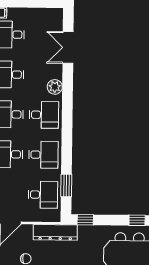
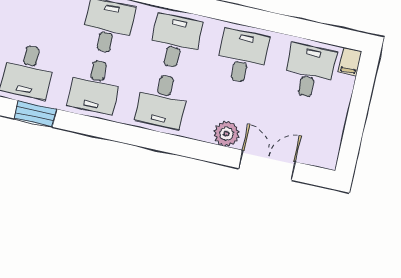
plant: (55, 87) -> (226, 134), moved

